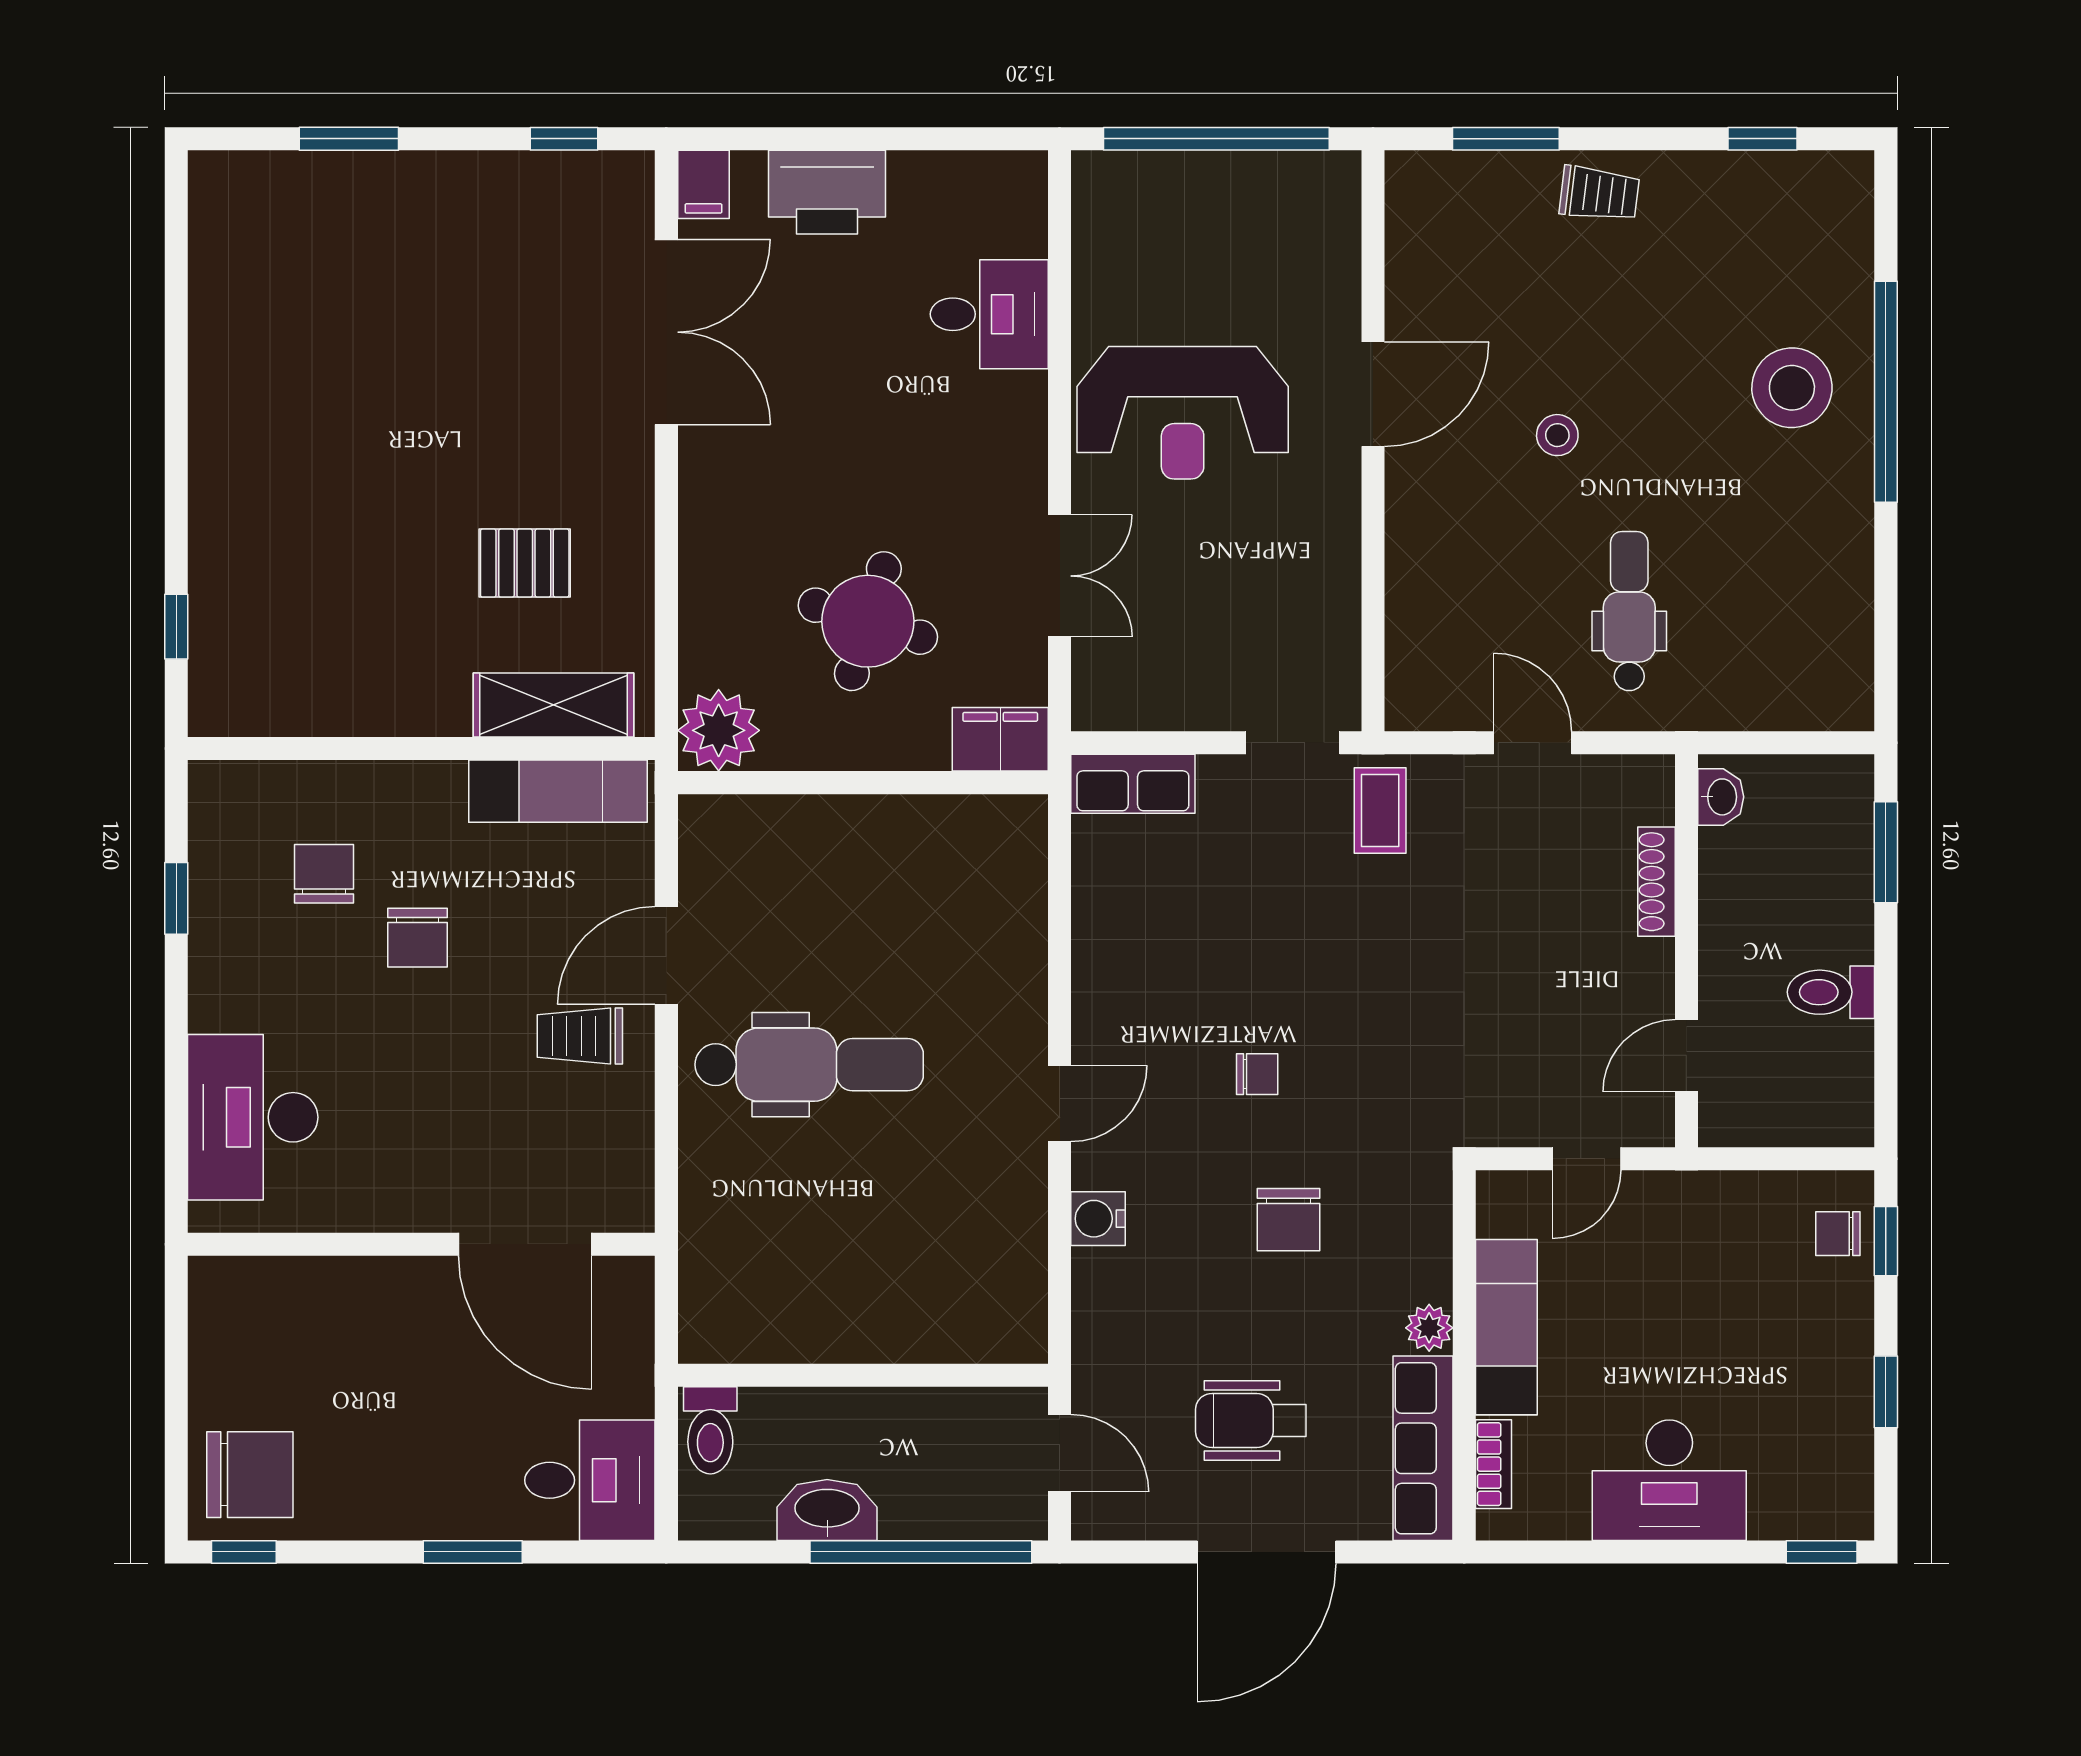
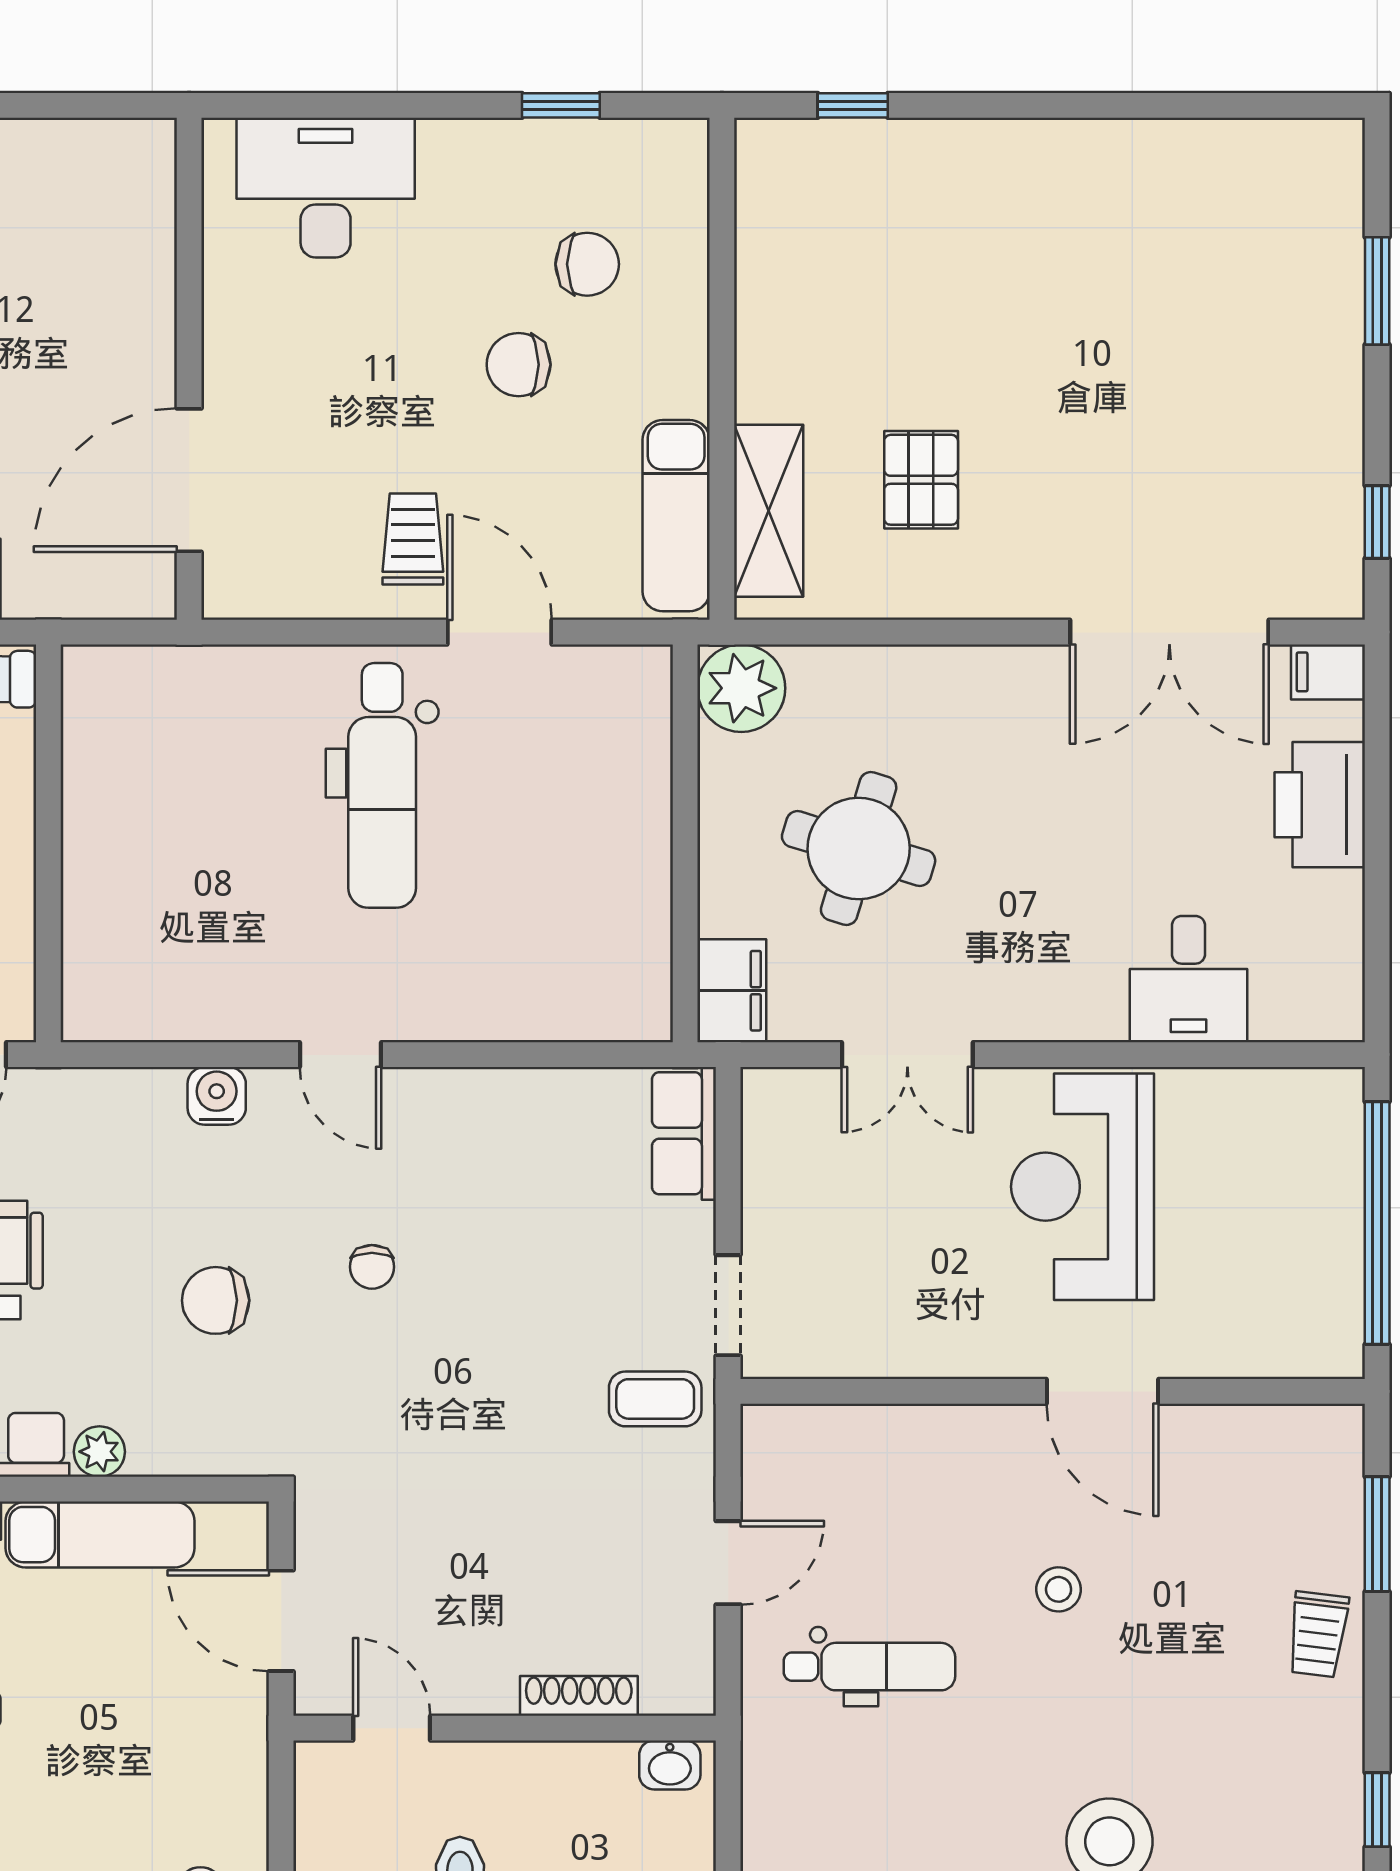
door: (1587, 1159) -> (281, 1621), width x1.38

